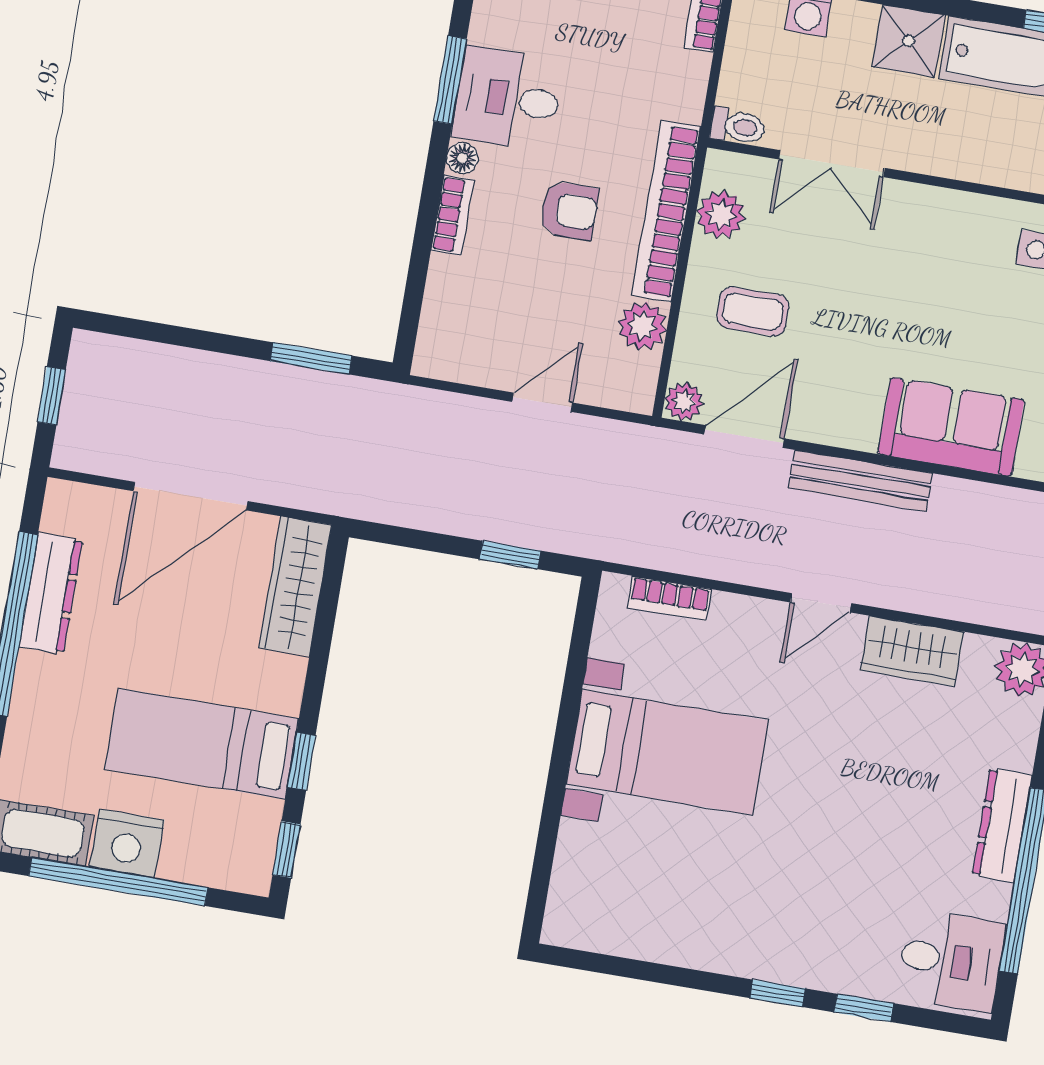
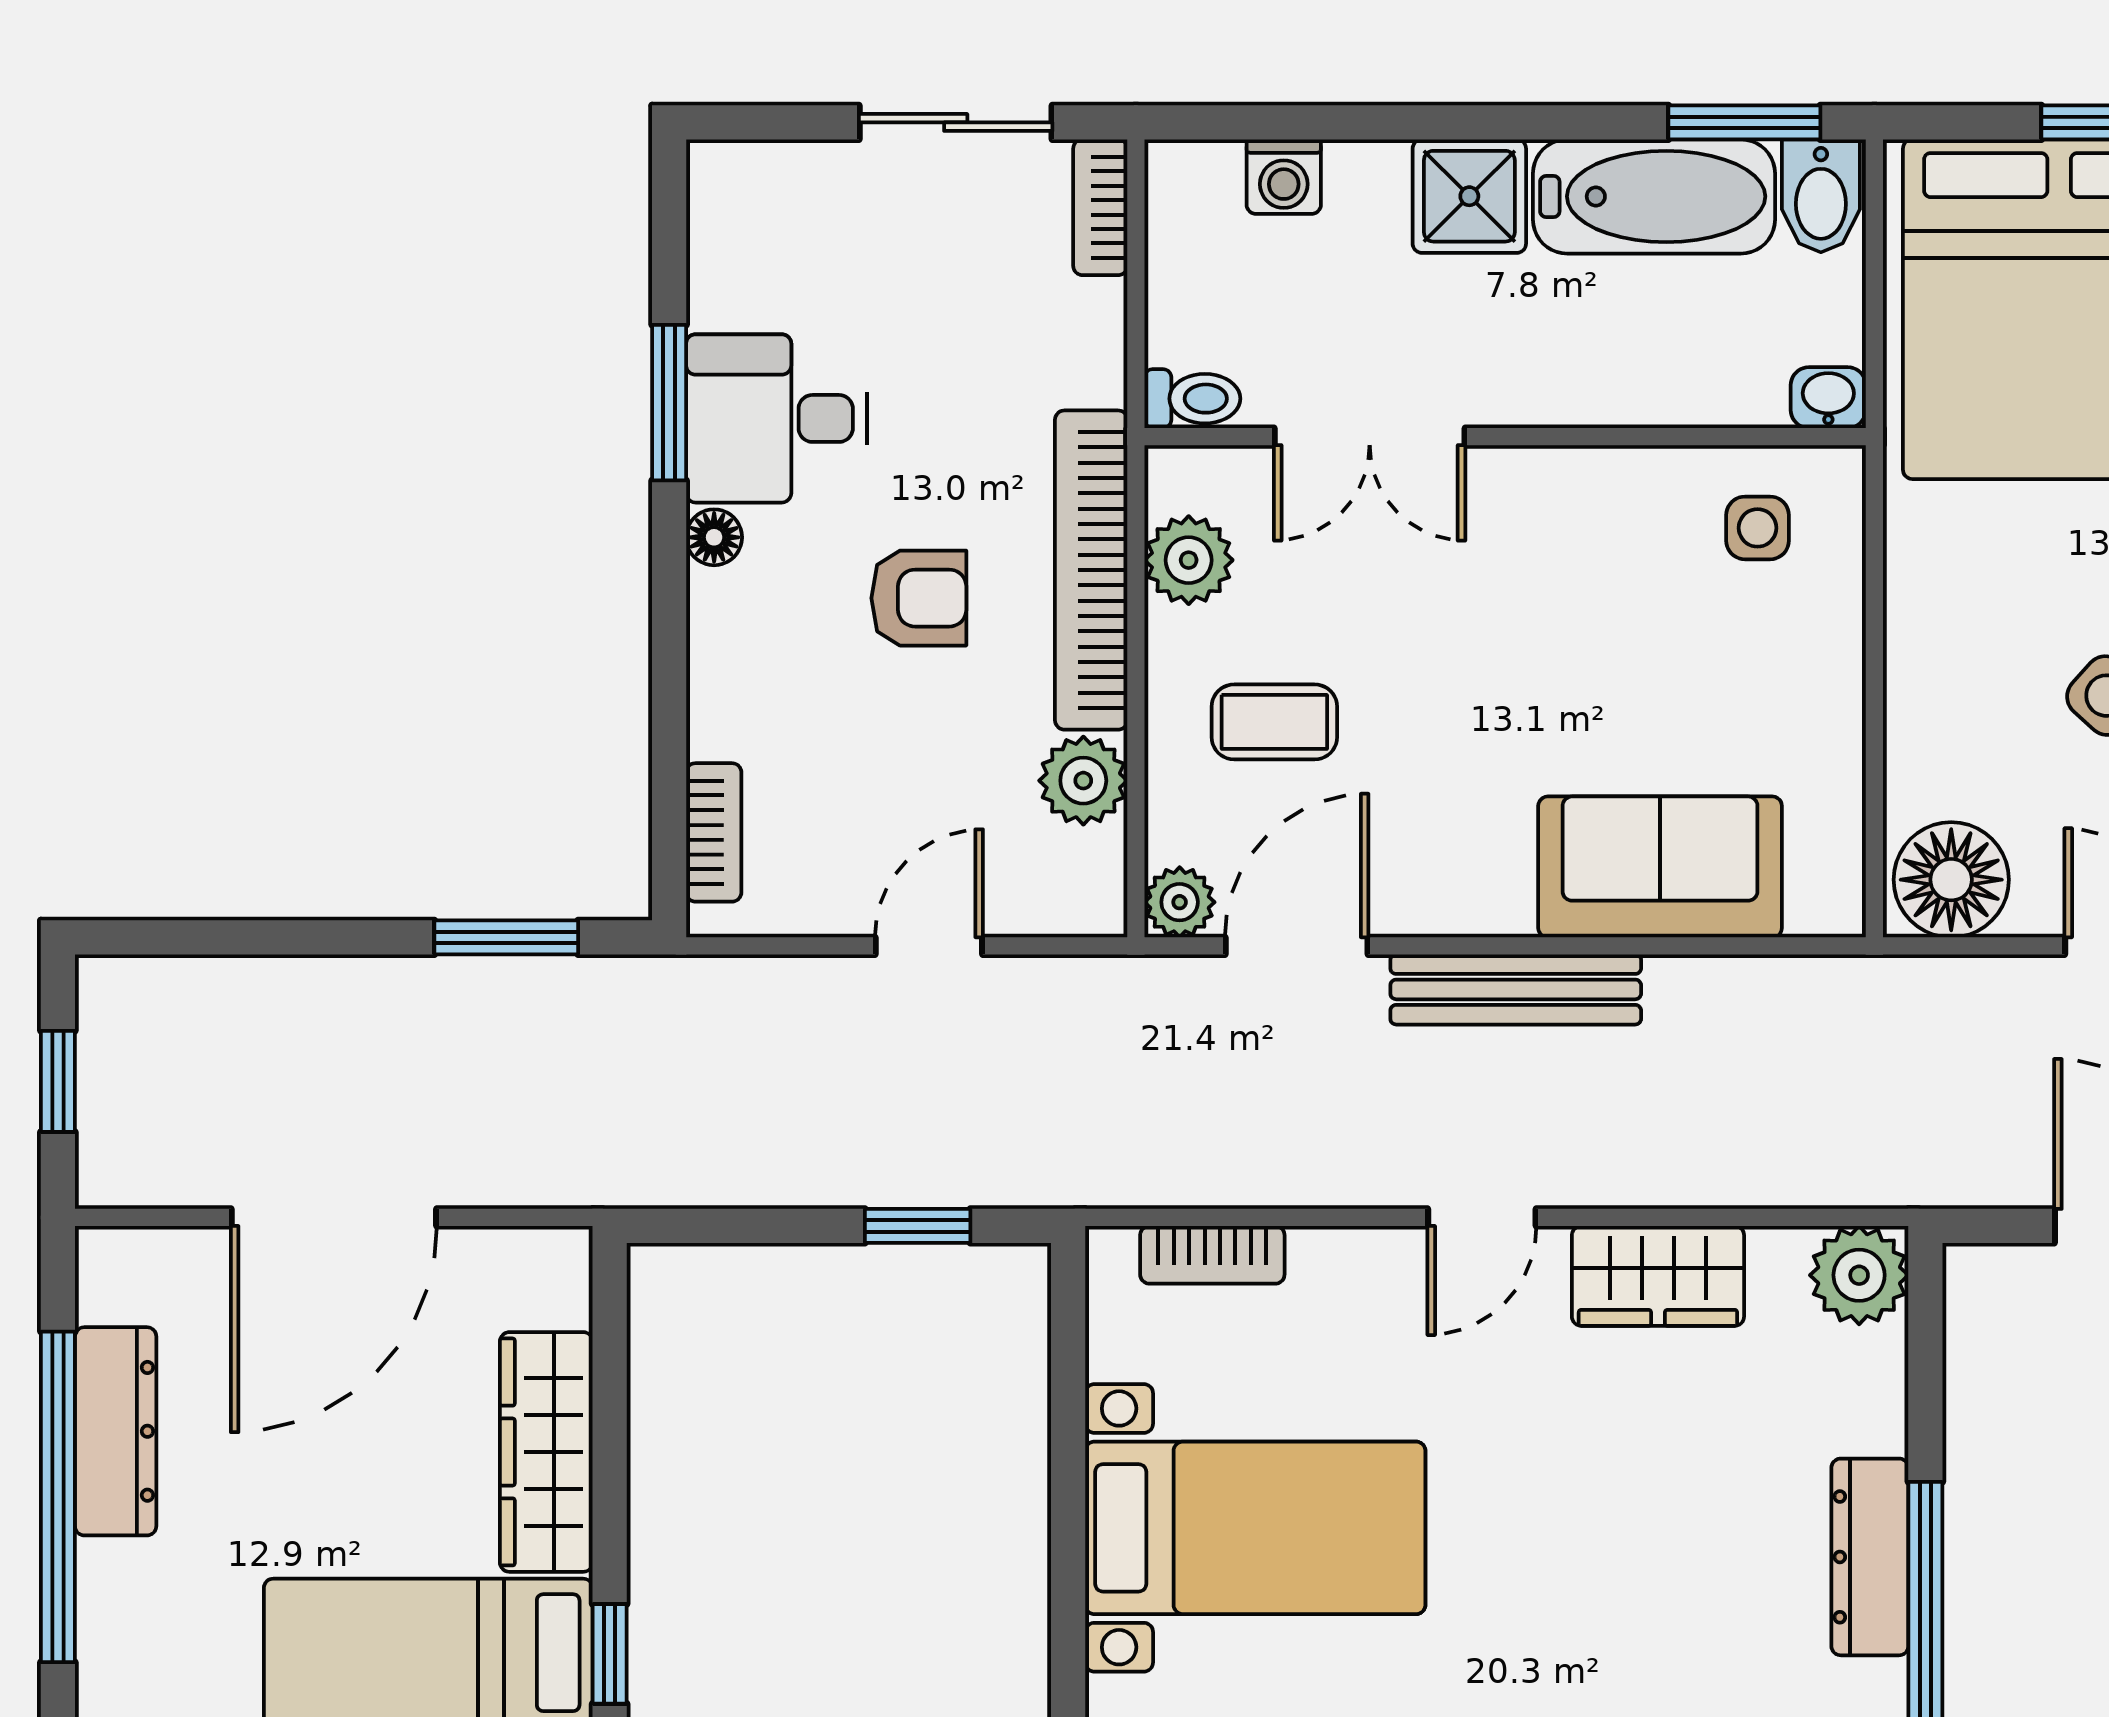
bookcase: (453, 215) -> (714, 832), moved
wardrobe: (295, 586) -> (546, 1452), moved

